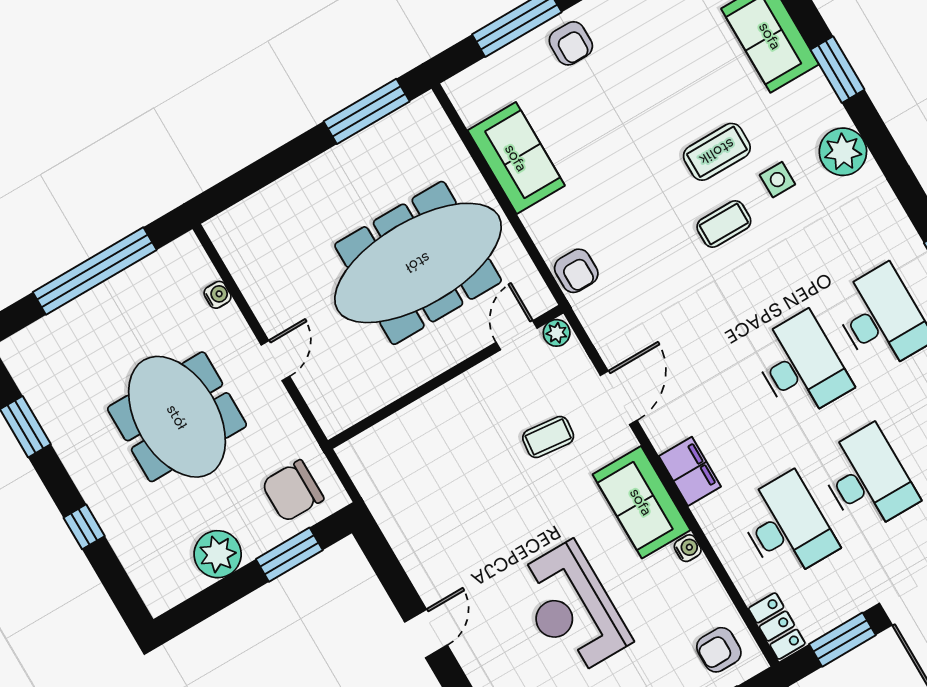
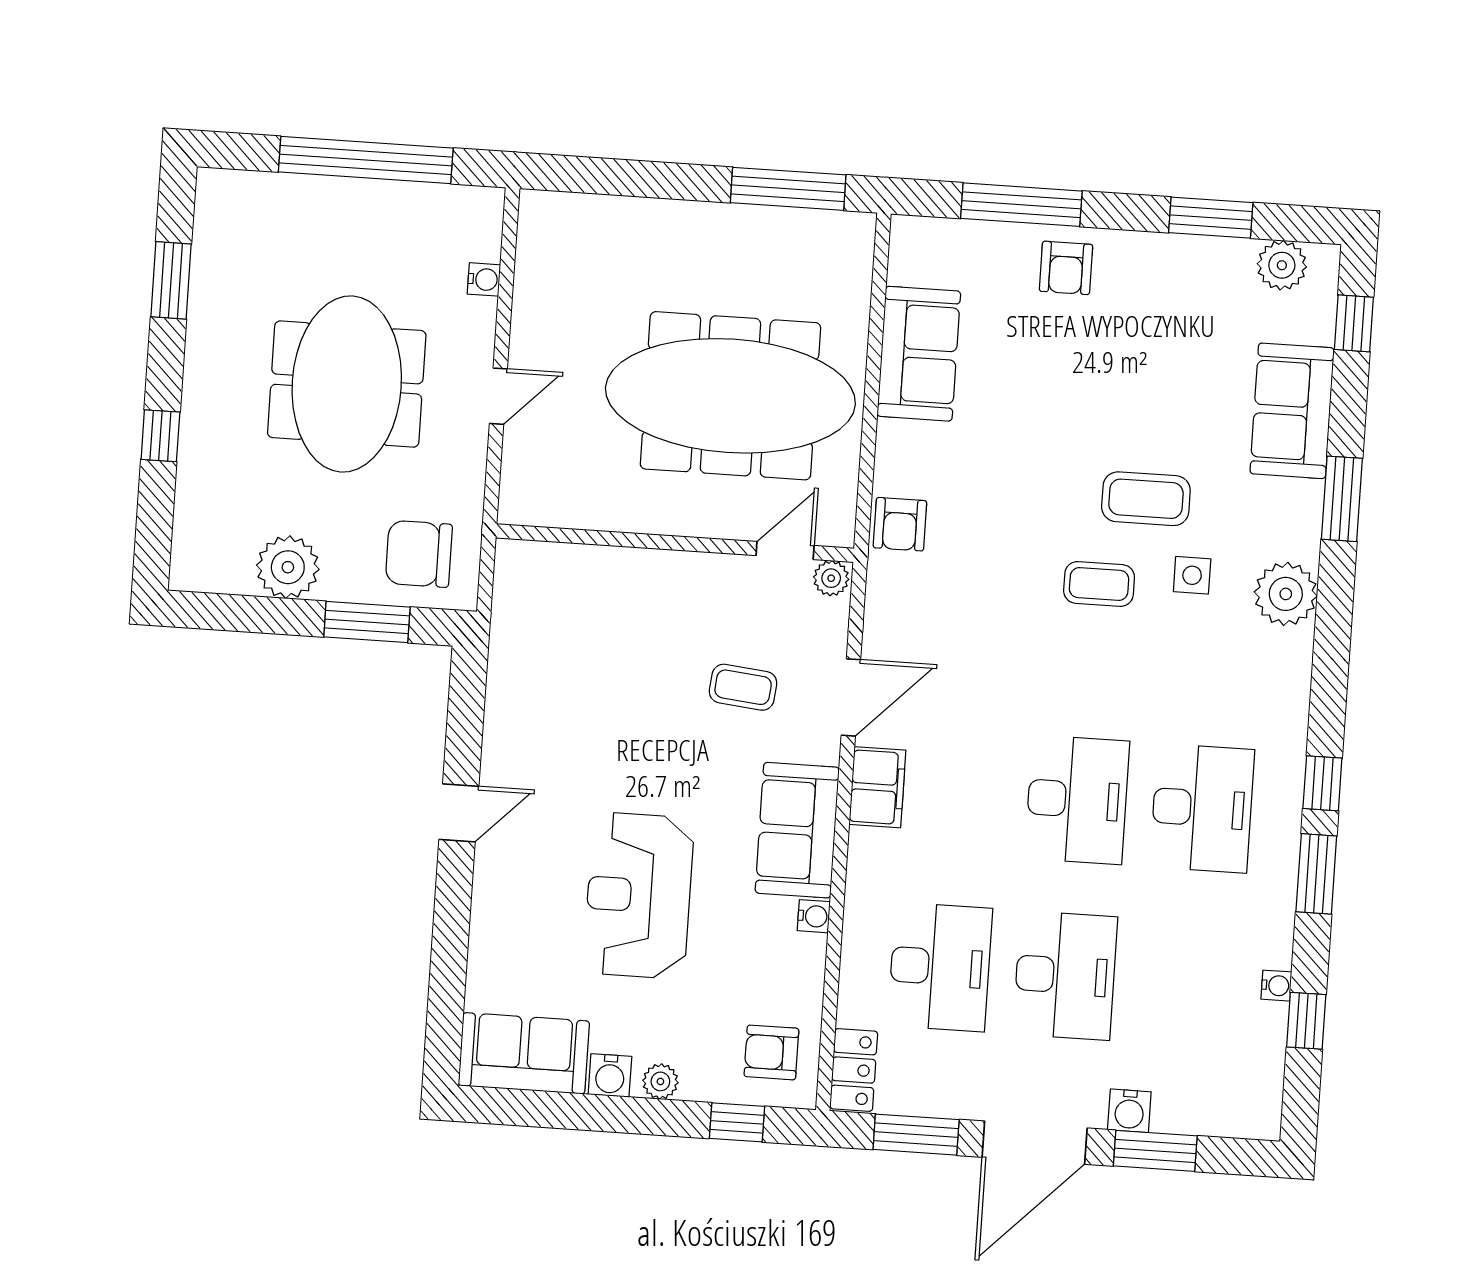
filing cabinet: (690, 471) -> (877, 787), moved

